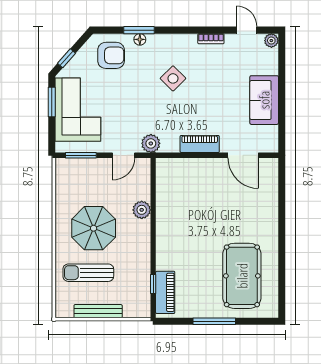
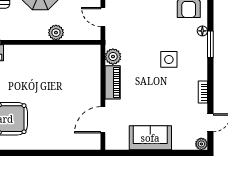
window: (139, 30) -> (210, 44), moved
side table: (173, 78) -> (169, 59), turned 45
plant: (151, 143) -> (113, 57), moved

